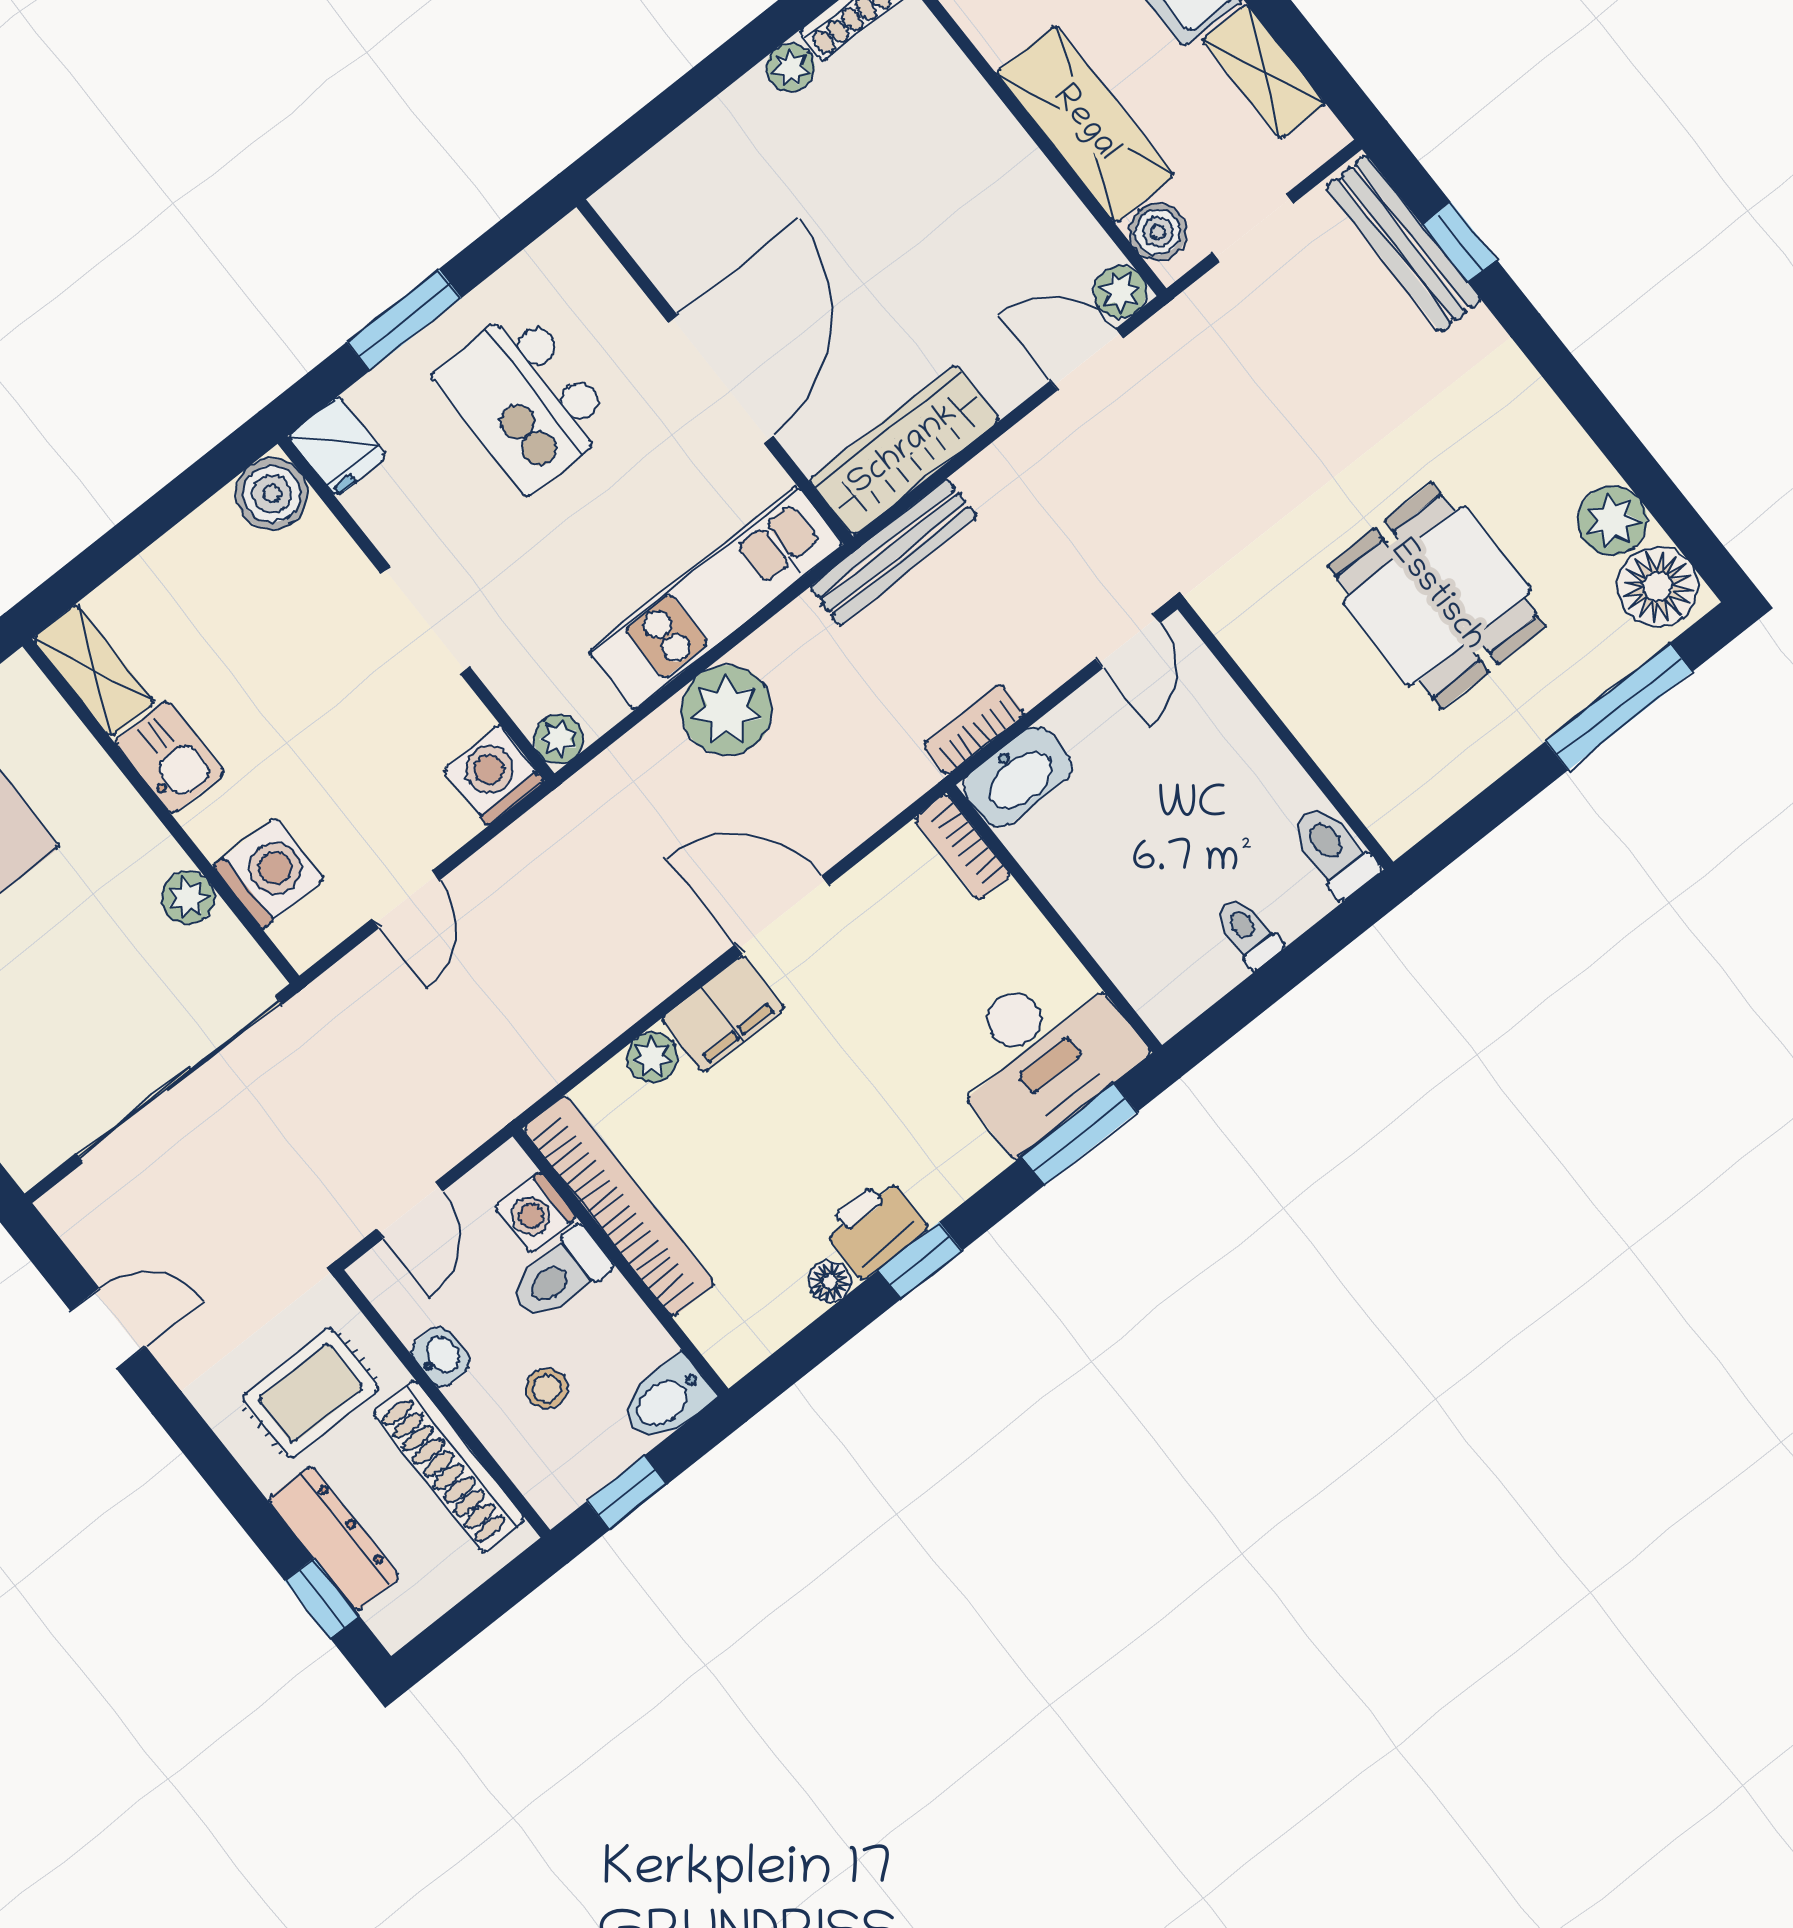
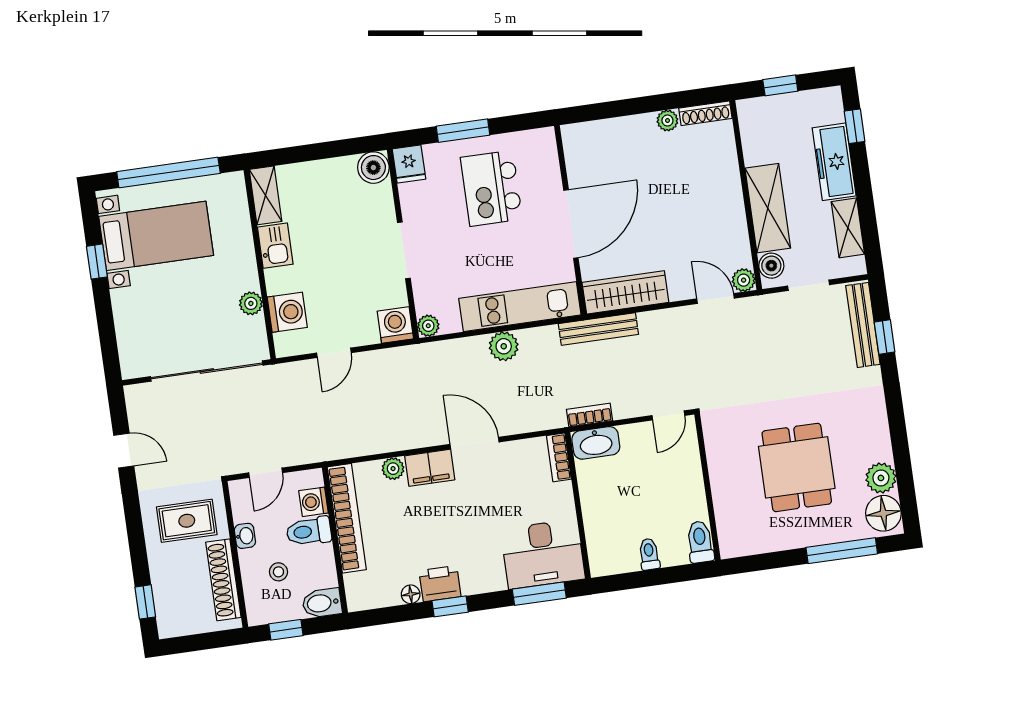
plant: (727, 710) -> (504, 346), width x0.73, depth x0.73
dresser: (334, 1538) -> (163, 582), removed

